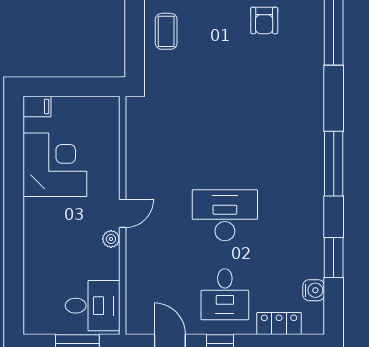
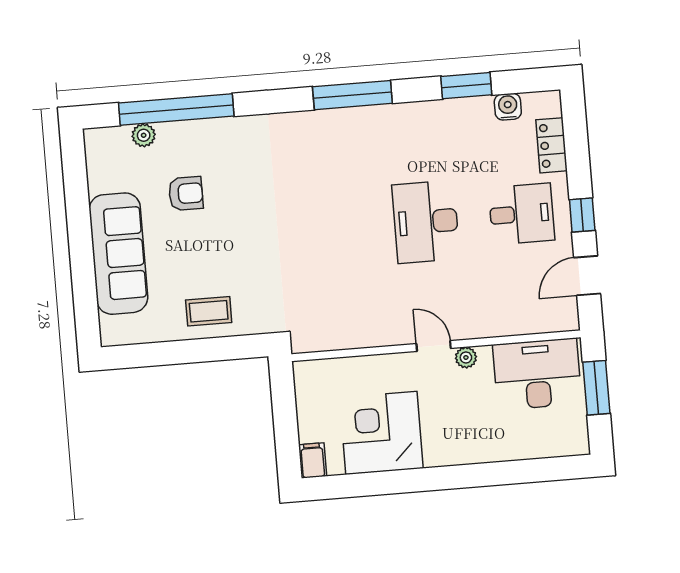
desk: (93, 306) -> (537, 374), width x1.37

